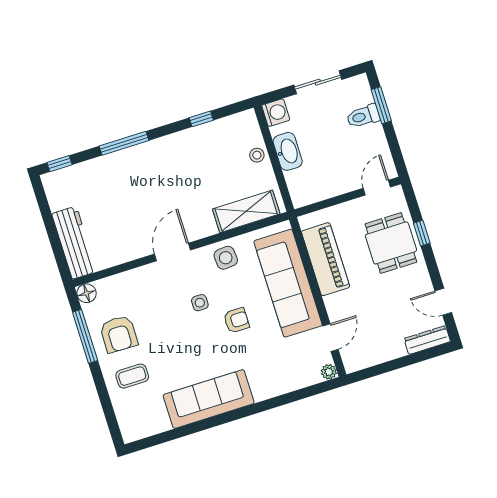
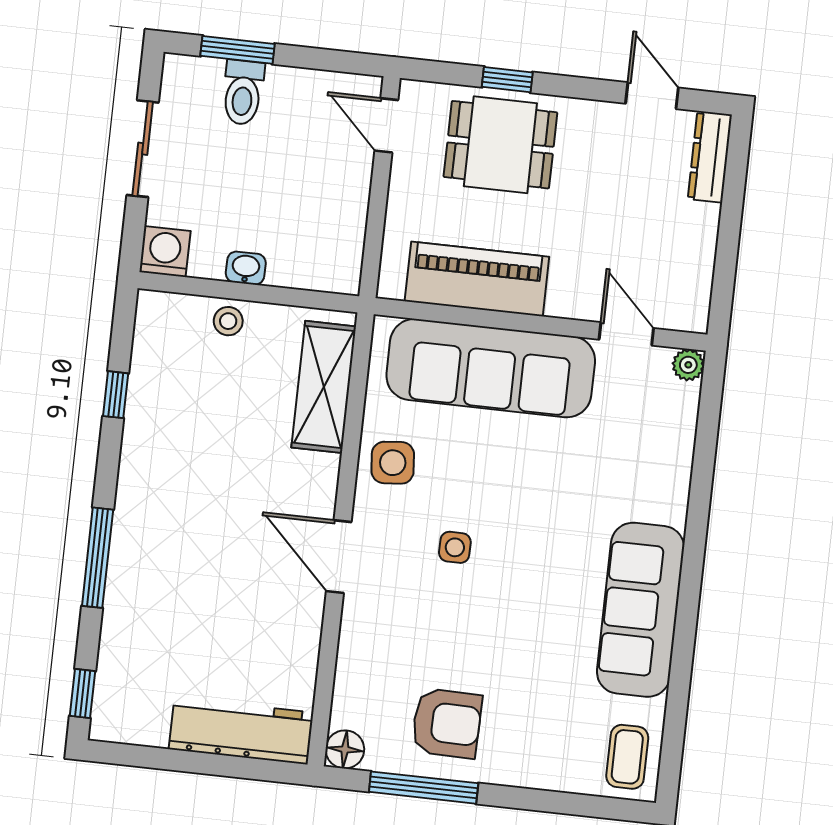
washbasin: (288, 151) -> (246, 268), width x0.52, depth x0.69
door: (443, 302) -> (652, 96), swing flipped
armchair: (236, 320) -> (517, 494), removed
coffee table: (132, 376) -> (627, 757), moved

